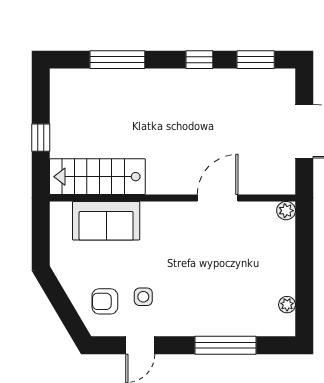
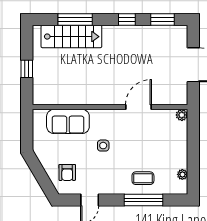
stairs: (97, 177) -> (71, 37), moved, turned 180
side table: (143, 297) -> (103, 146), moved
armchair: (105, 301) -> (67, 172), turned -90
coffee table: (225, 311) -> (143, 178), added

